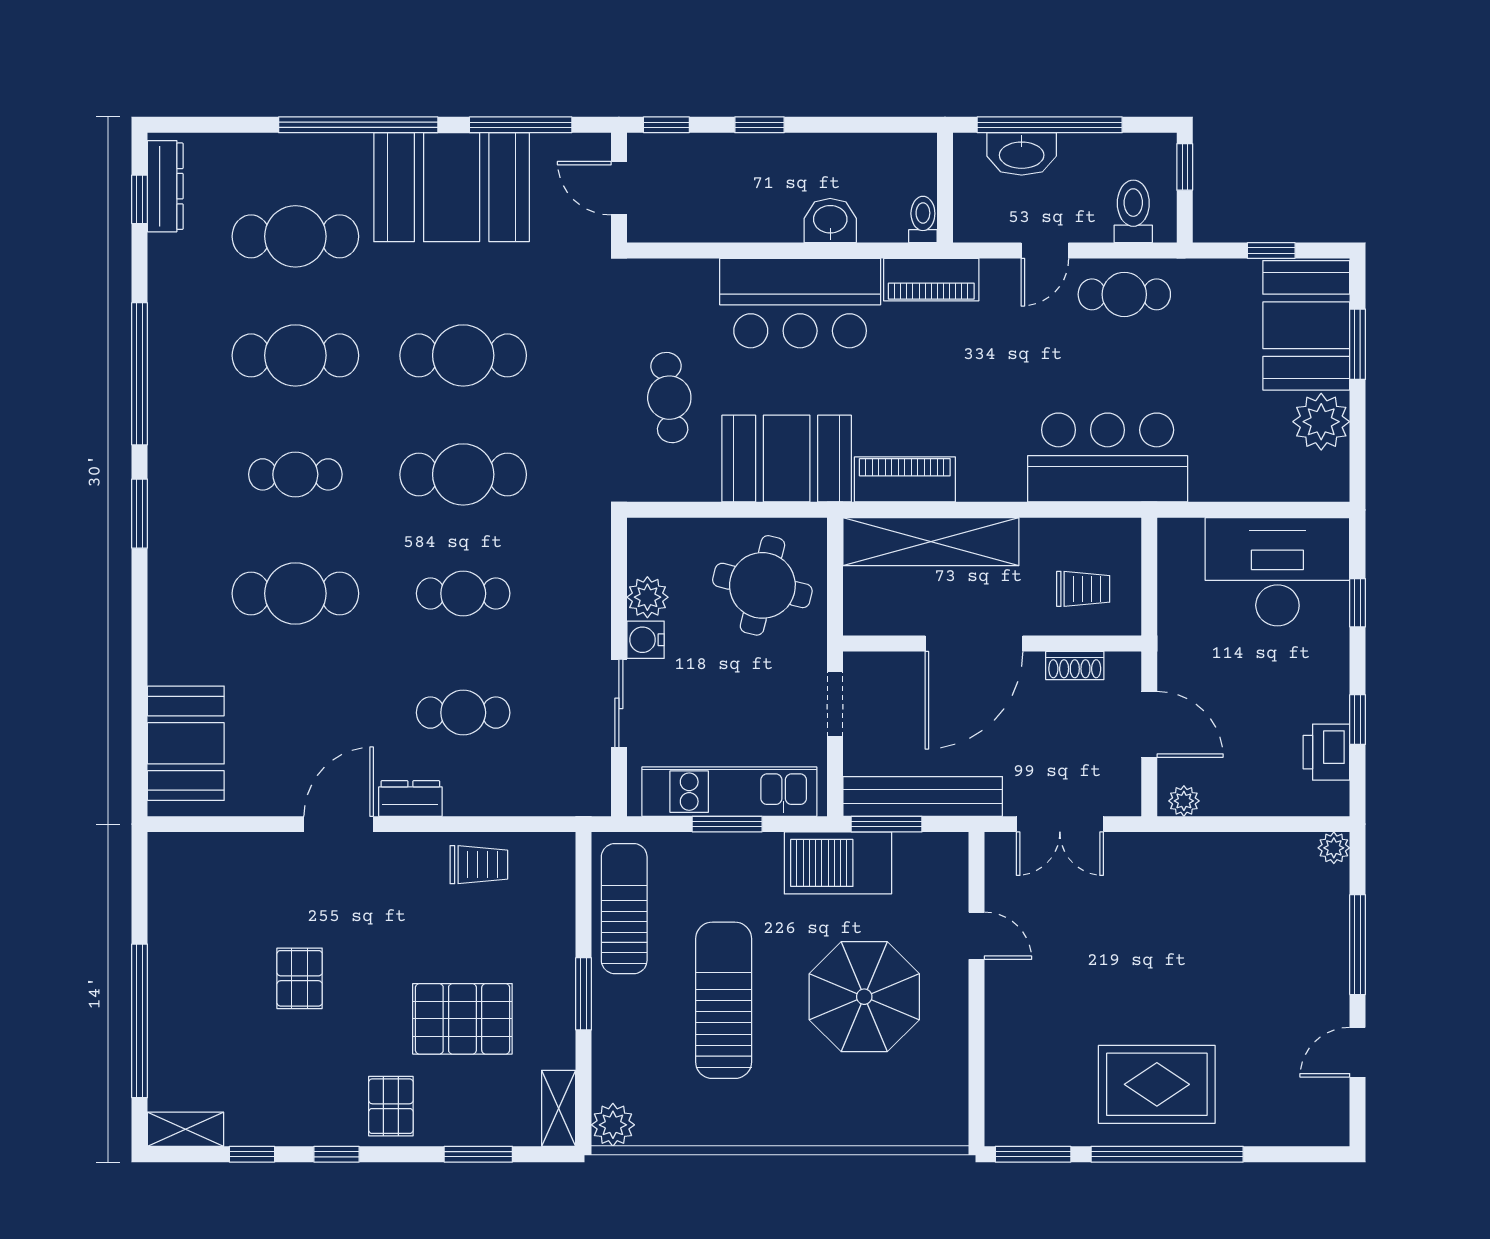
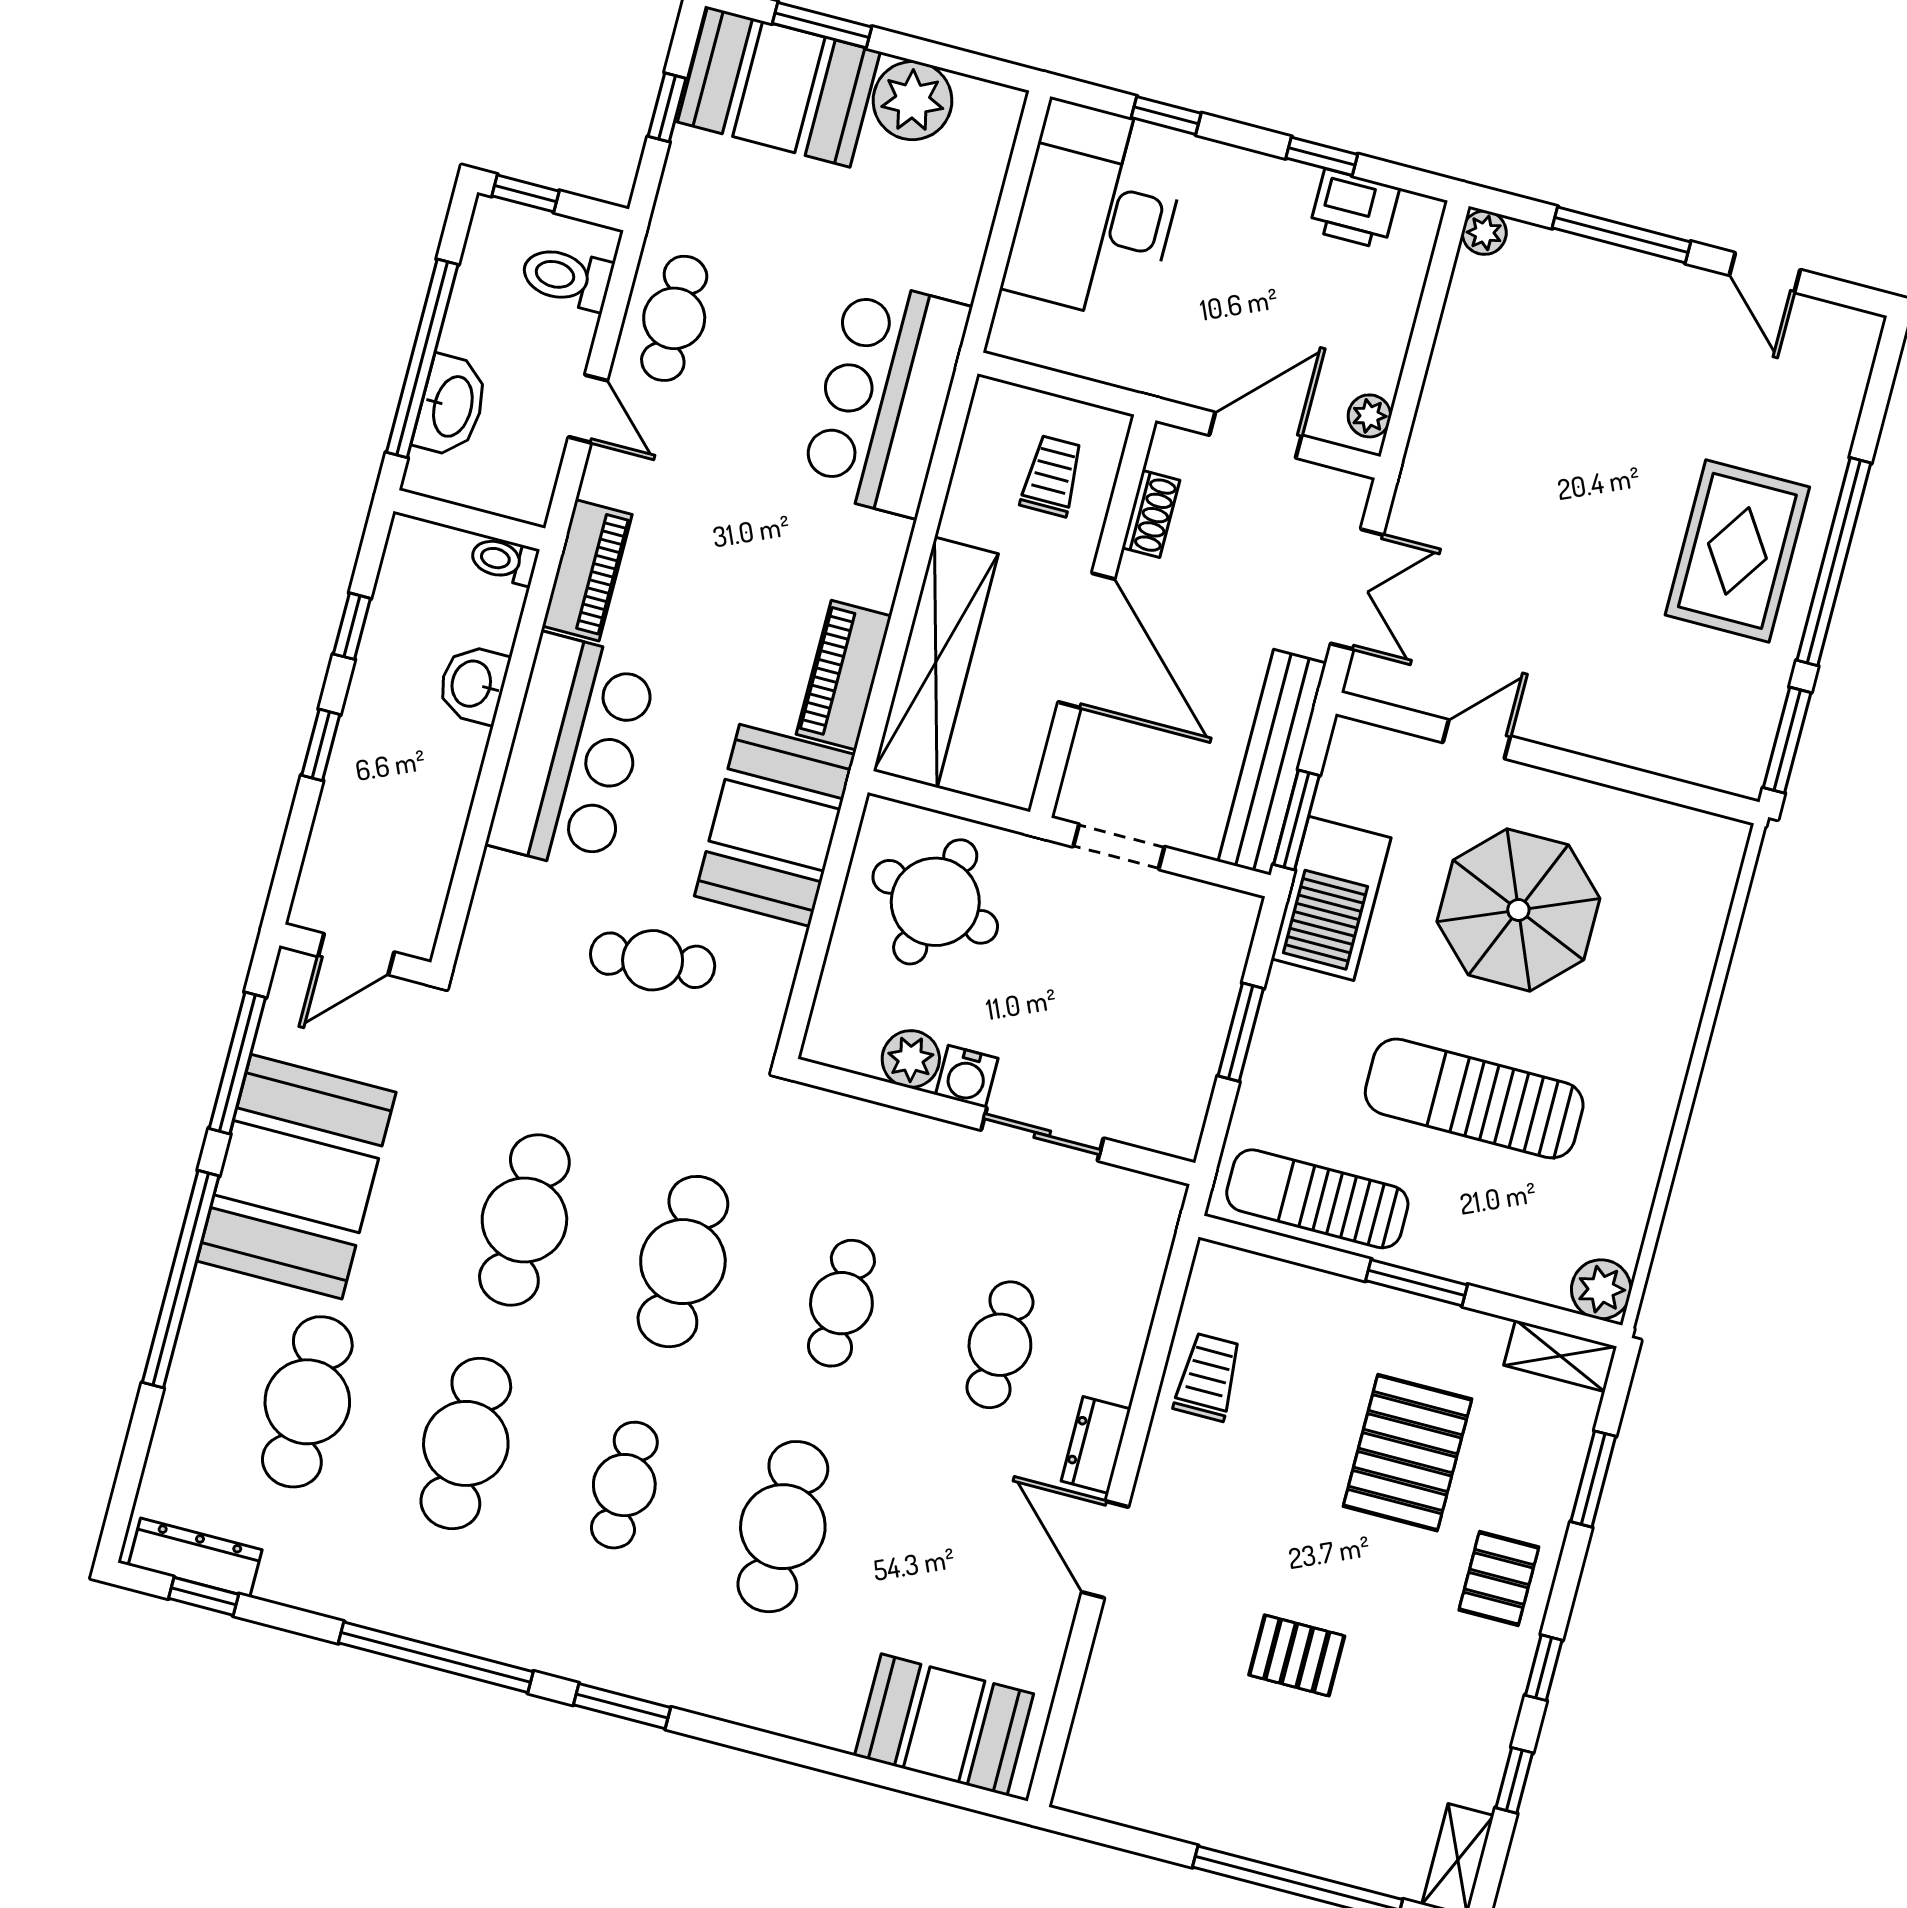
window: (666, 125) -> (352, 626), moved
kitchen unit: (729, 792) -> (1198, 1018), removed
pallet: (391, 1106) -> (1499, 1578), turned 90

